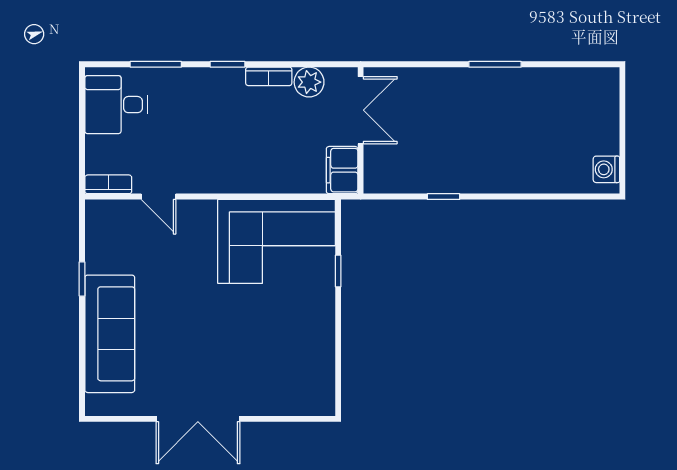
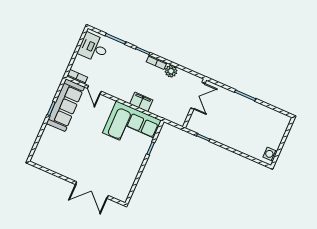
double door: (361, 110) -> (198, 96), moved
wall: (361, 130) -> (195, 103), moved
filing cabinet: (342, 170) -> (141, 102), moved, turned 90
sofa: (110, 334) -> (65, 105), moved
double door: (198, 419) -> (92, 190), moved

